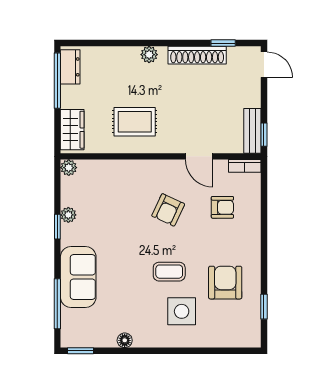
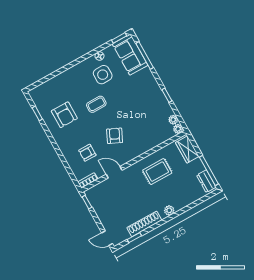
bench: (252, 131) -> (94, 201), removed
plant: (68, 215) -> (173, 120), moved
sofa: (78, 277) -> (130, 55), moved
side table: (182, 311) -> (103, 75), moved

